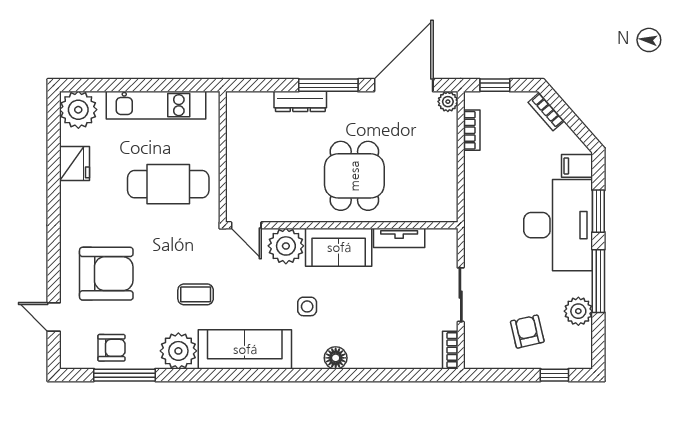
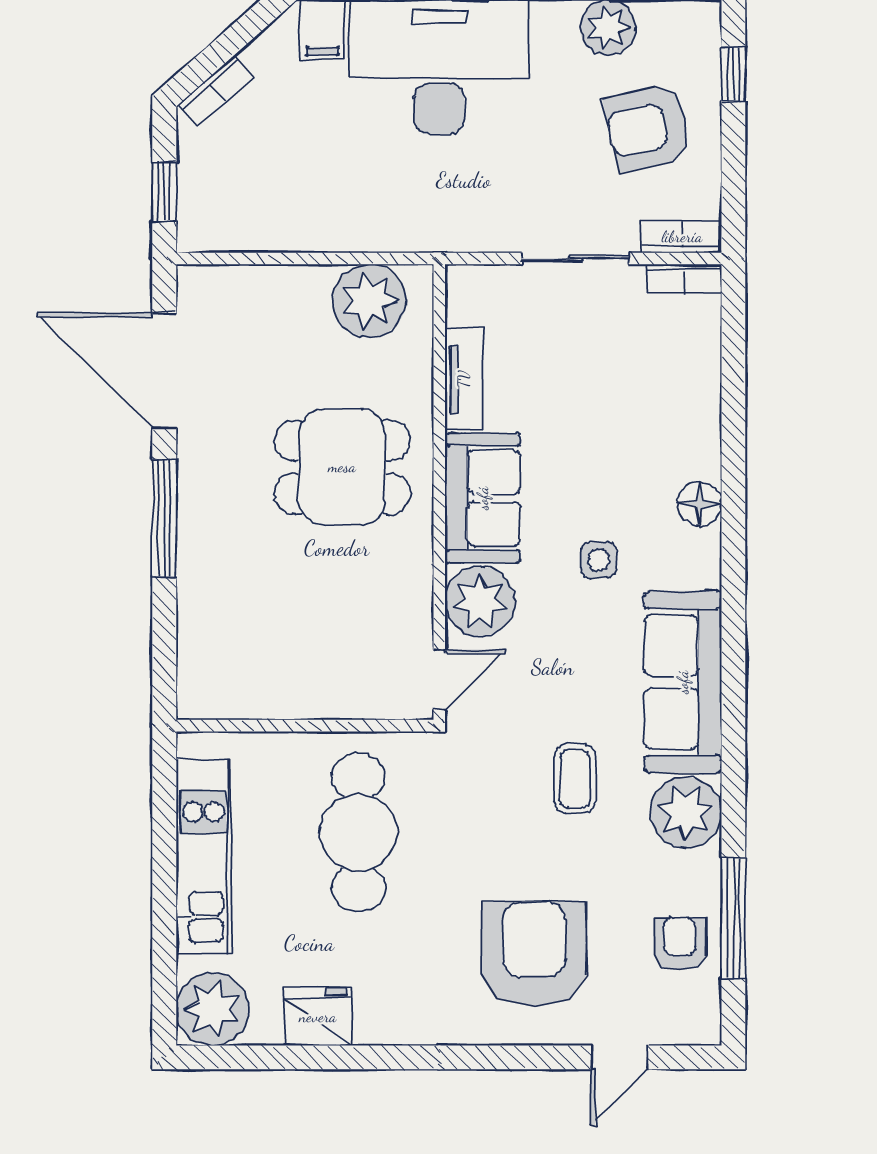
dresser: (300, 101) -> (196, 573), removed
plant: (448, 102) -> (369, 301), moved, width x1.88, depth x1.88
bookcase: (472, 130) -> (682, 237), moved
armchair: (527, 332) -> (648, 128), width x1.38, depth x1.38

